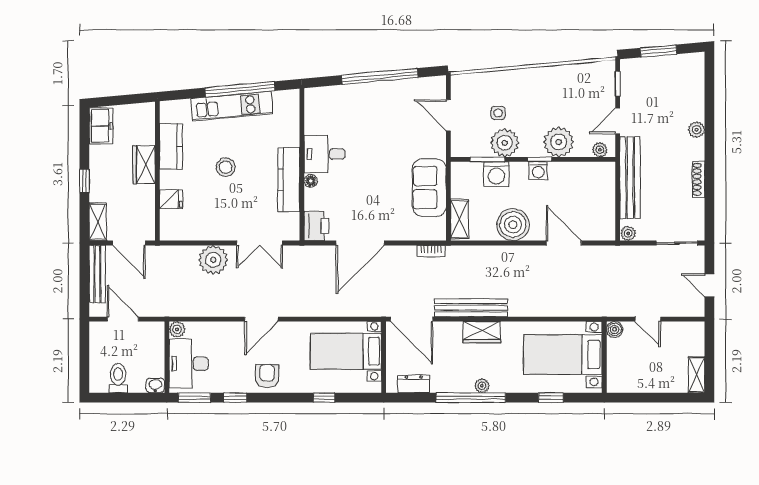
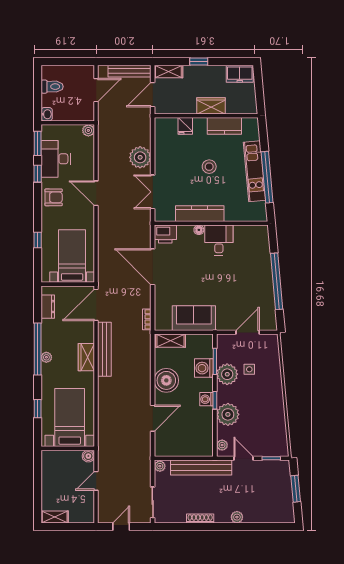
desk: (189, 364) -> (56, 159), moved, turned -90

